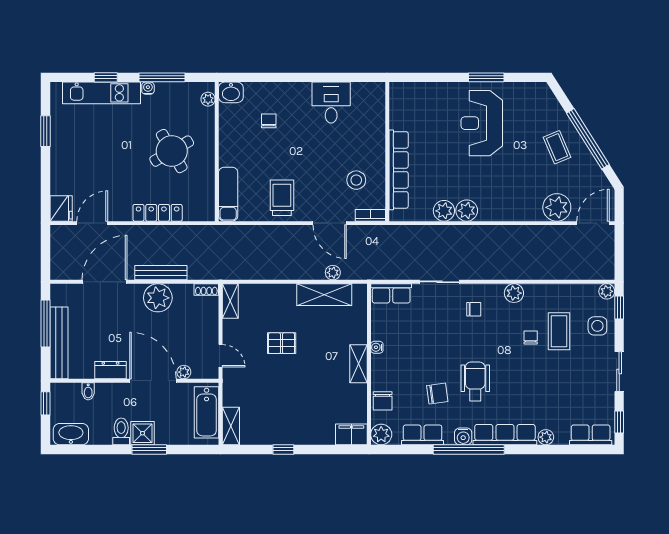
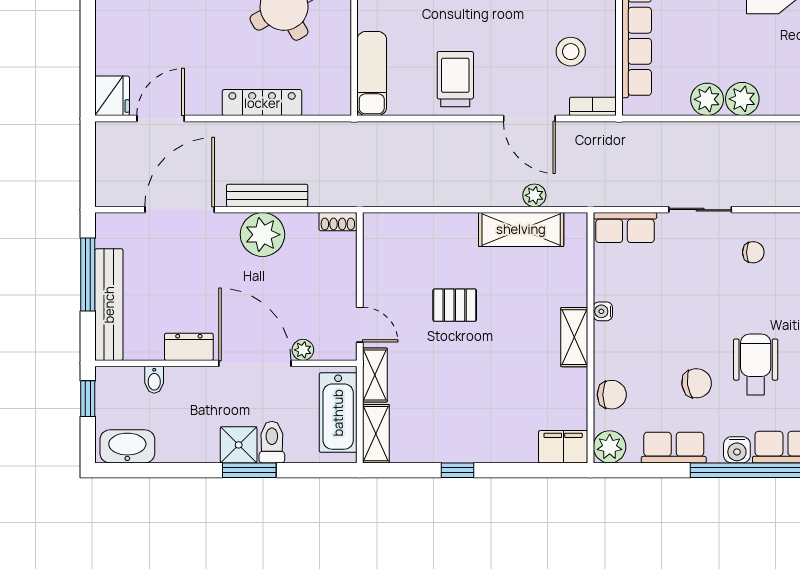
shelving: (230, 301) -> (375, 375), moved
chair: (383, 401) -> (612, 395), turned -90
toilet: (121, 431) -> (272, 442), moved

